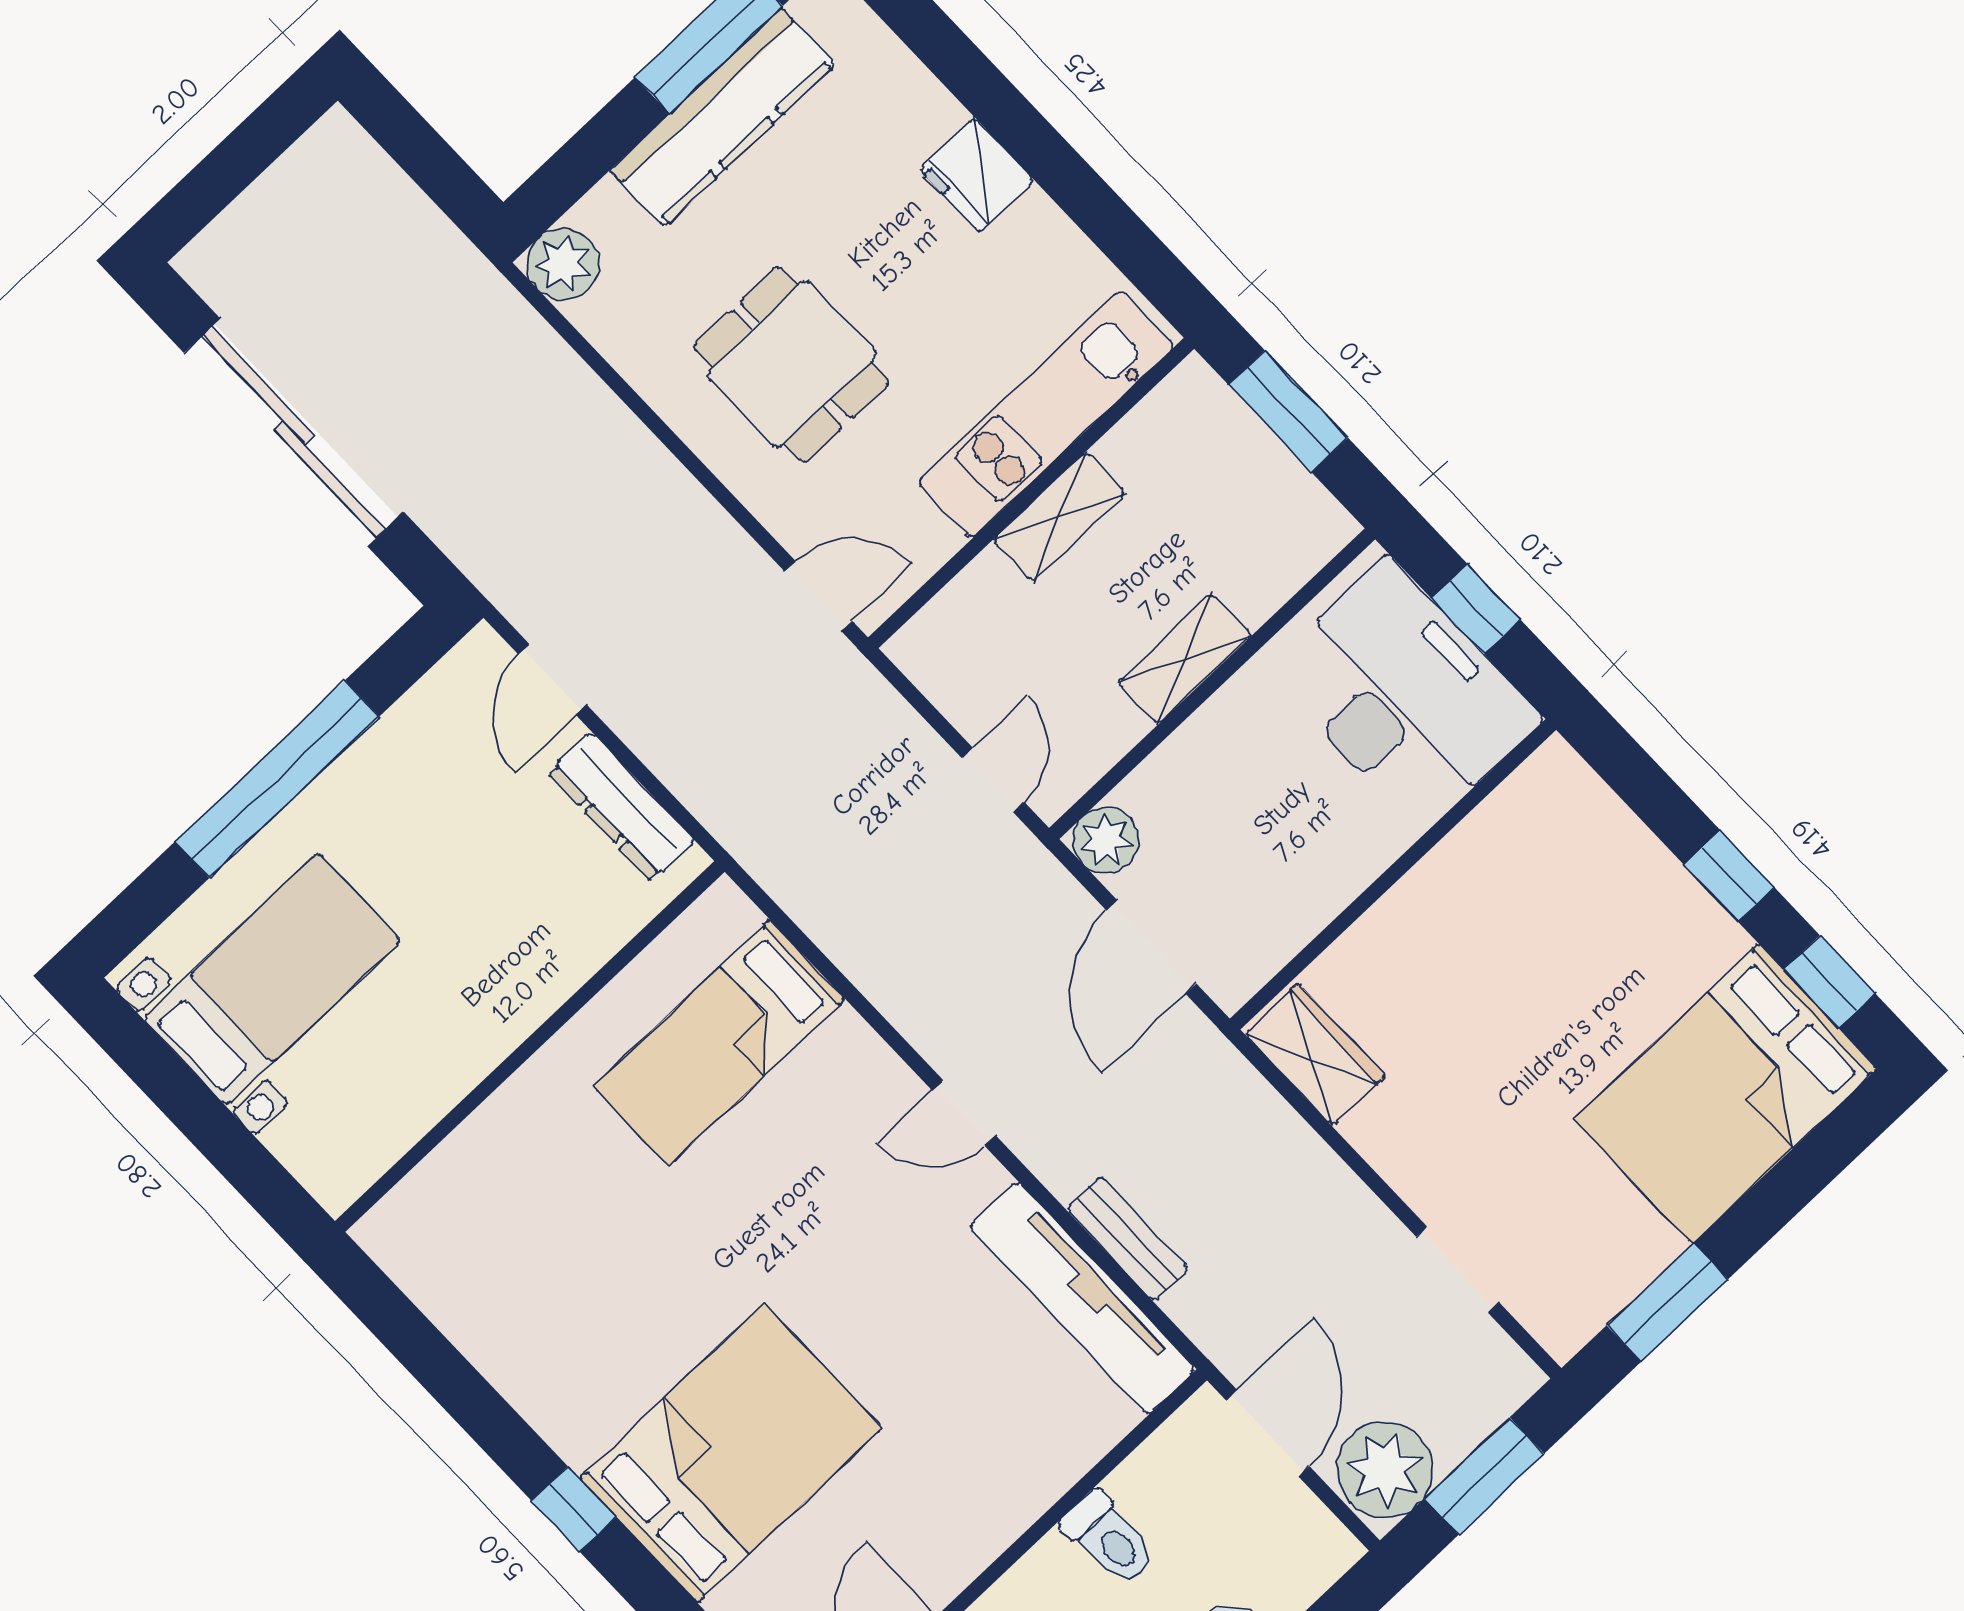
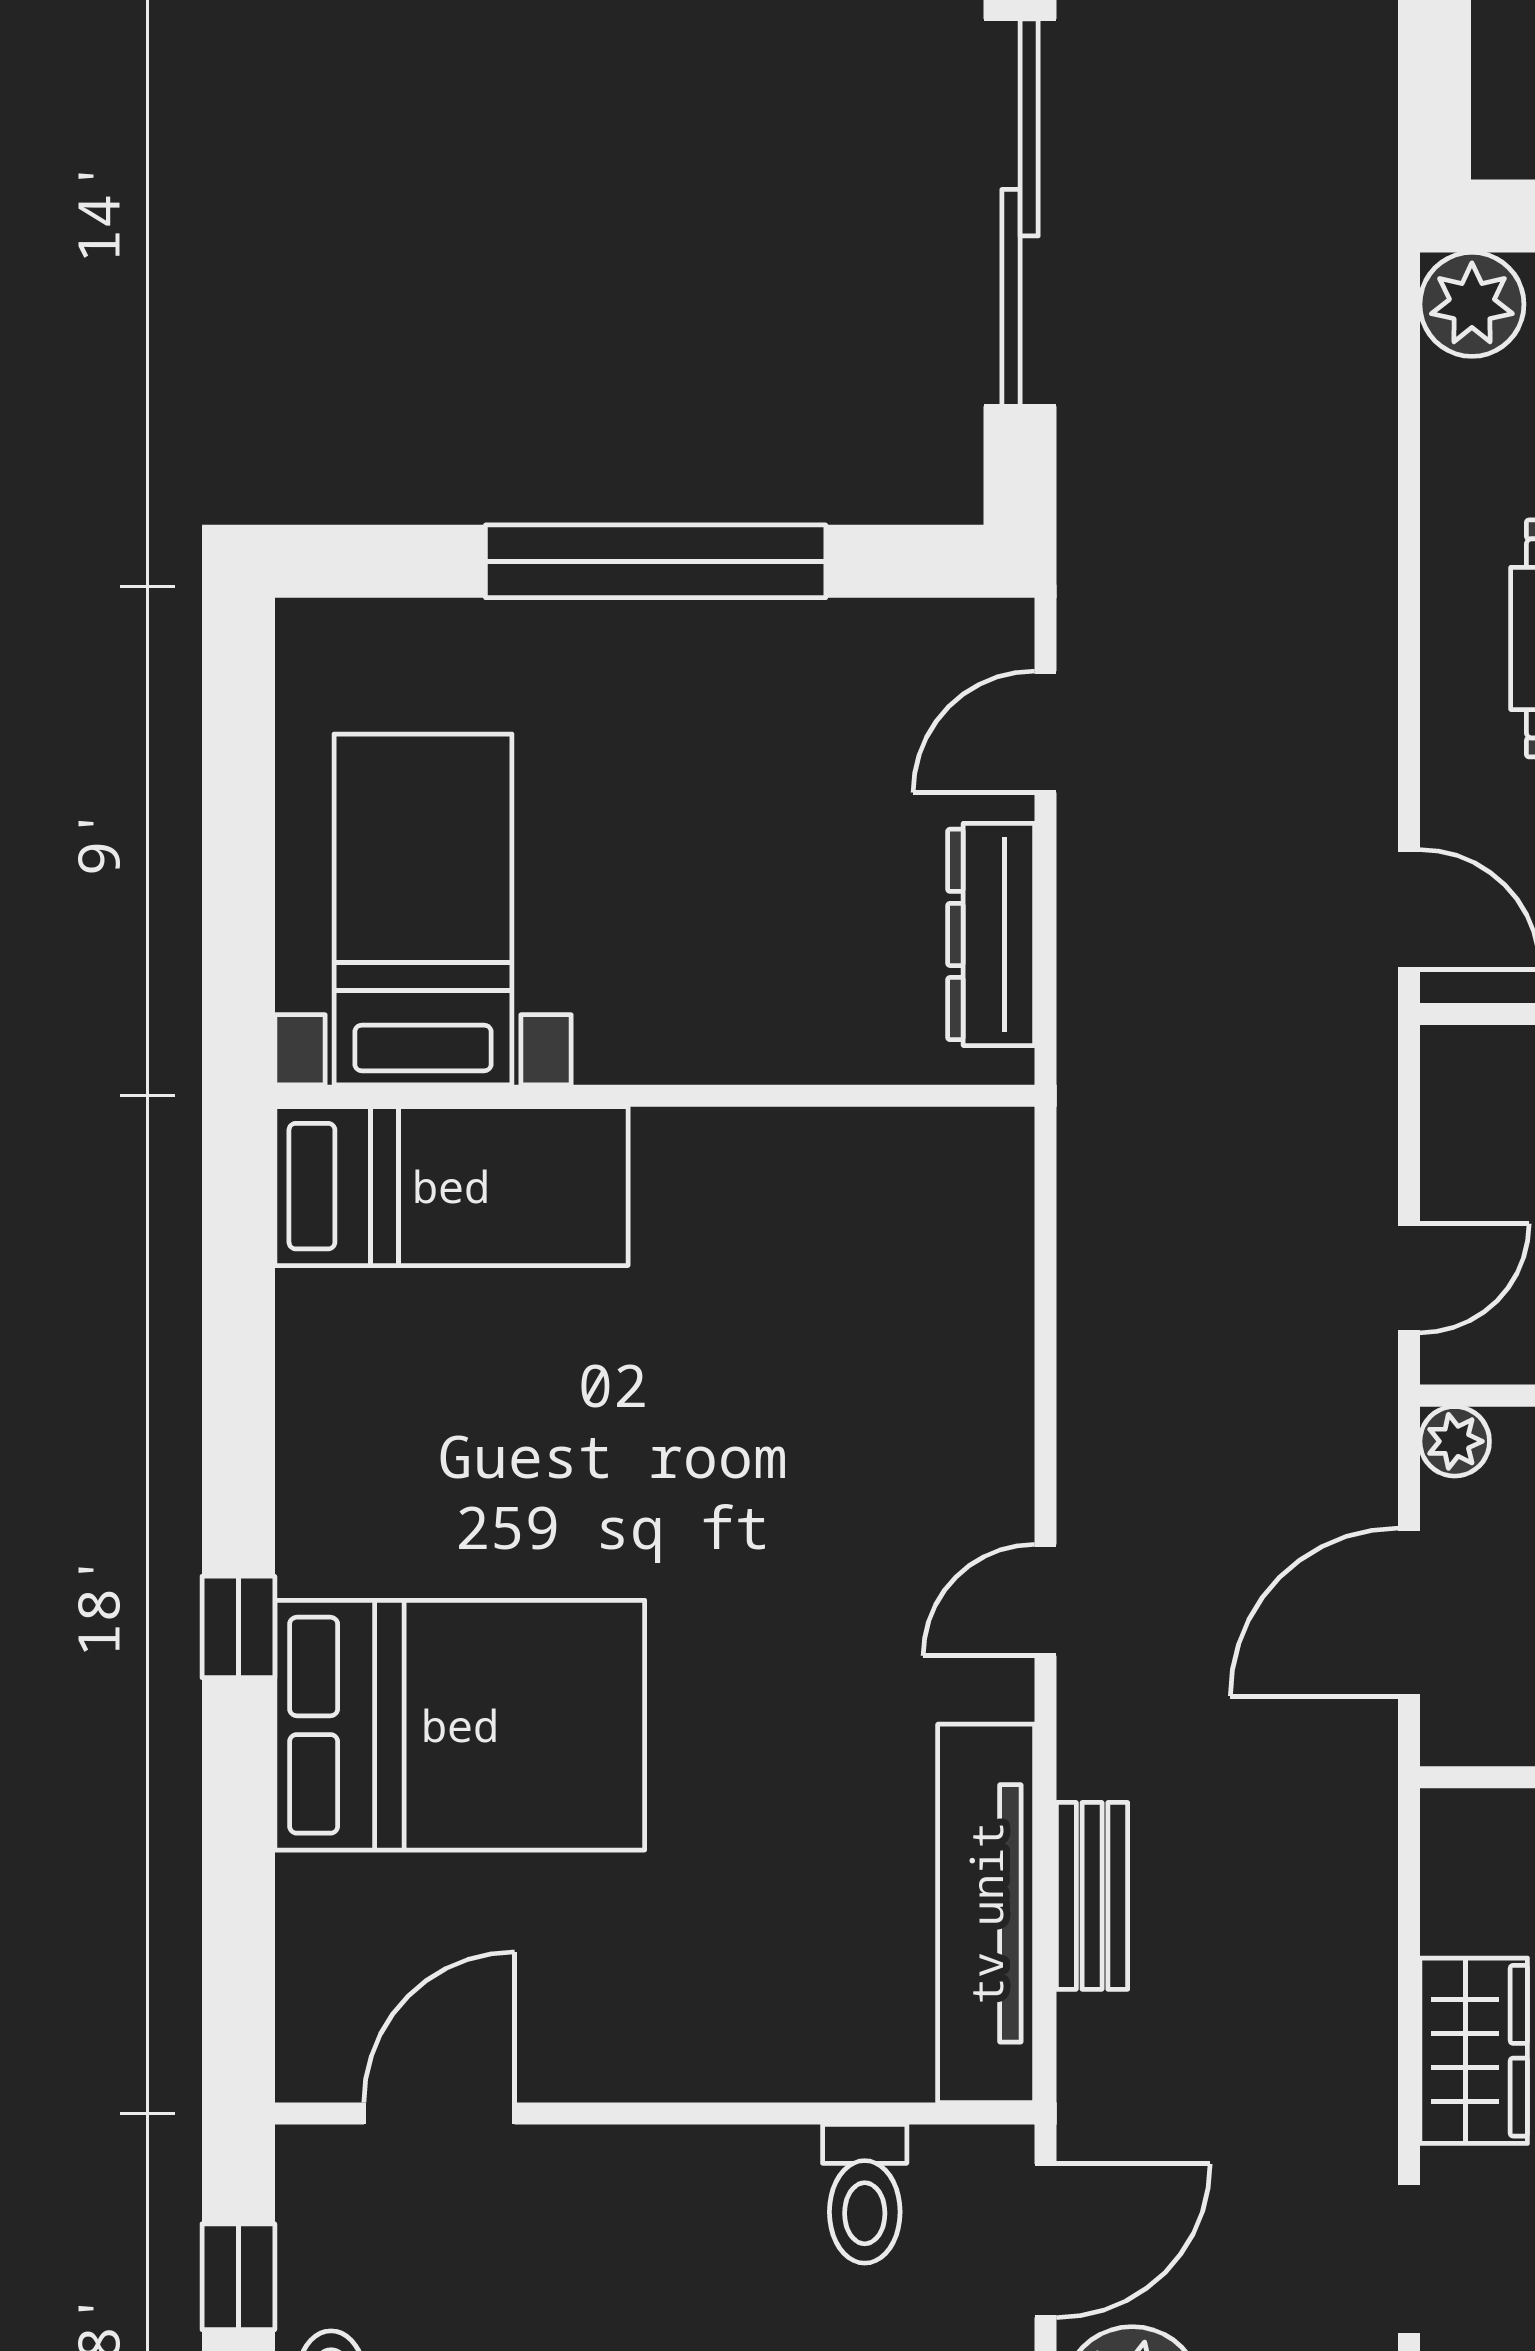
plant: (1106, 840) -> (1455, 1441), width x0.73, depth x0.73
bed with nightstands: (272, 979) -> (423, 909), moved, turned -90
bed: (719, 1043) -> (451, 1186), moved, turned 180
wardrobe: (1315, 1055) -> (1474, 2051), moved
door: (964, 1113) -> (1045, 1600), hinge flipped
toilet: (1109, 1539) -> (865, 2194), moved

